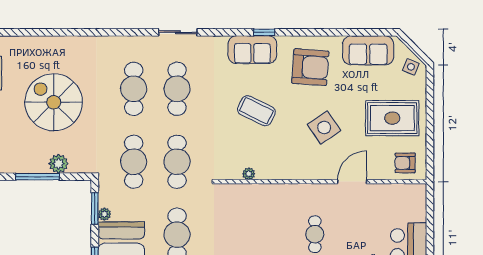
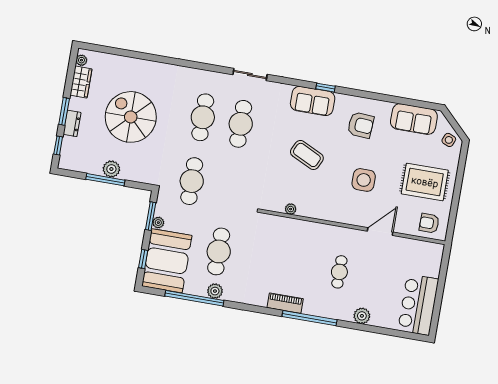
armchair: (310, 67) -> (361, 125), width x0.73, depth x0.73
side table: (324, 128) -> (364, 180), turned 34
cafe table: (177, 162) -> (230, 188), removed
plant: (59, 164) -> (111, 169), moved

